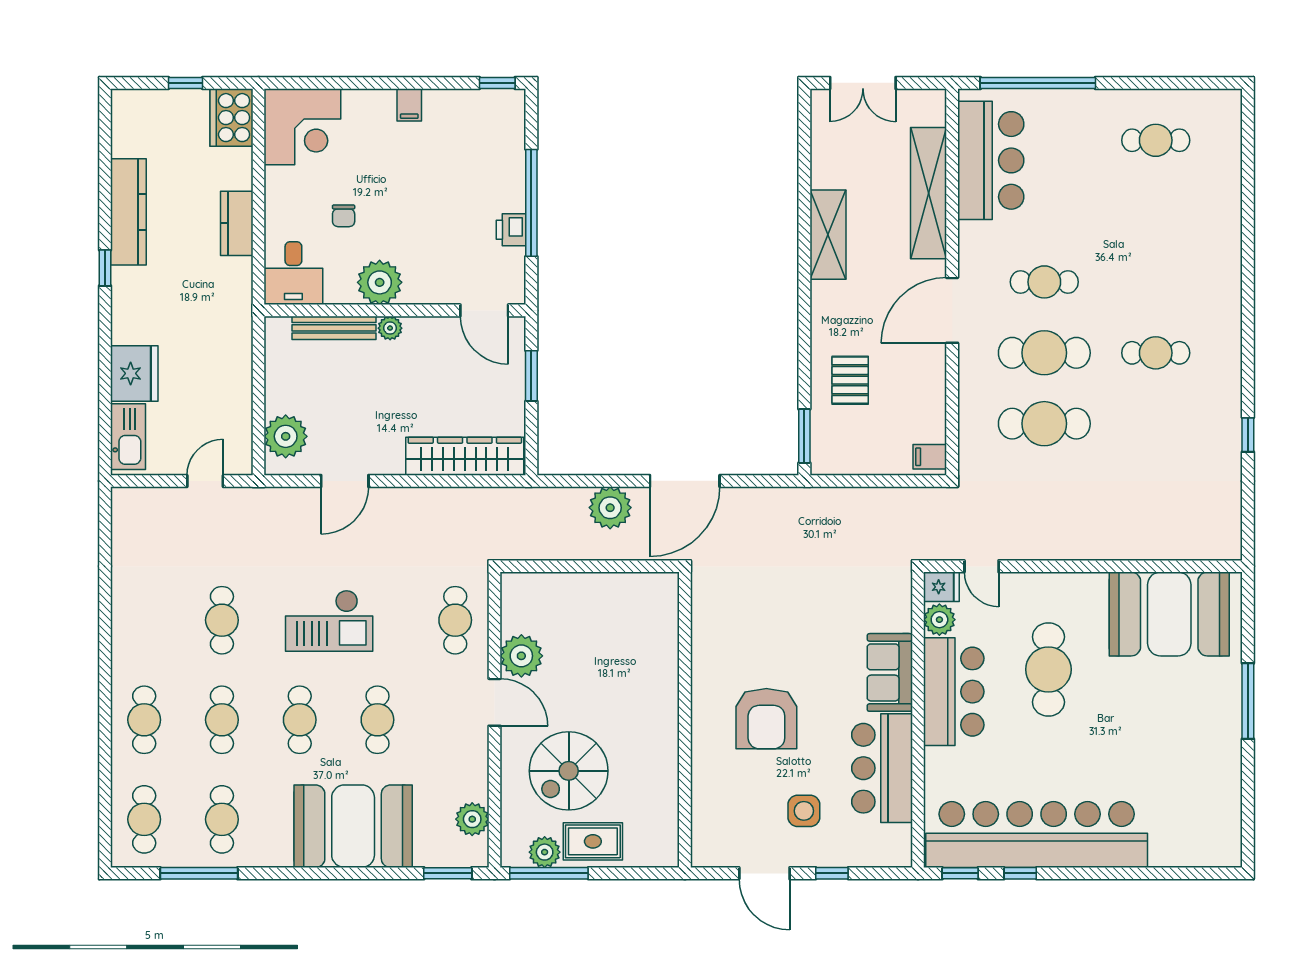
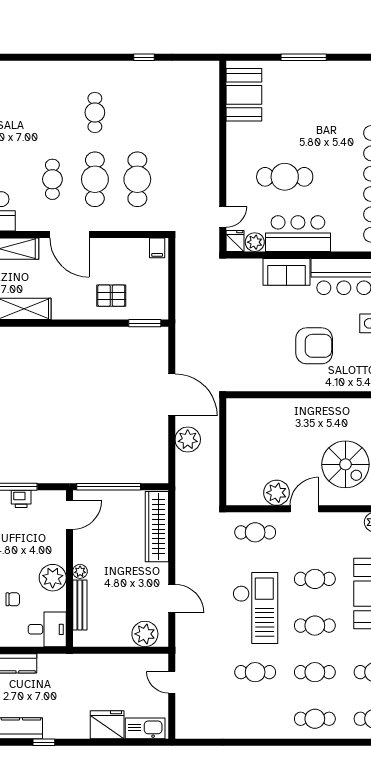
window: (531, 376) -> (109, 487), width x2.11
booth: (1169, 614) -> (244, 95), width x0.73, depth x0.70
checkout: (329, 621) -> (255, 608), width x1.36, depth x1.21

